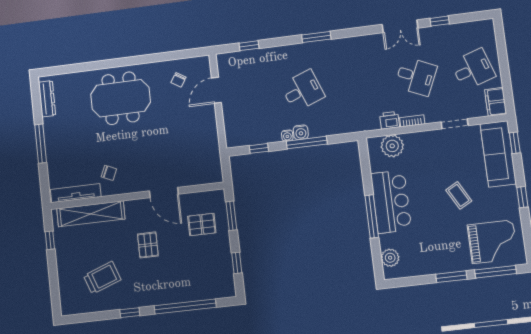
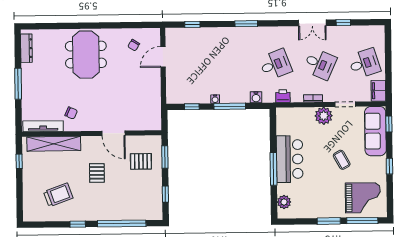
desk: (303, 91) -> (275, 65), moved
meeting table: (121, 98) -> (86, 55), turned 90
printer: (390, 120) -> (283, 96), moved
water cooler: (301, 132) -> (256, 97), moved
plant: (392, 146) -> (324, 116), moved

